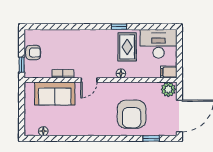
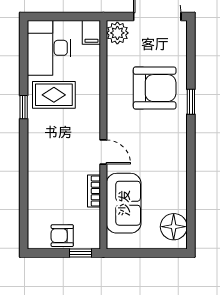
armchair: (33, 53) -> (62, 236), turned -90
floor lamp: (121, 73) -> (94, 104), removed
floor lamp: (43, 131) -> (174, 227), width x1.89, depth x1.89
window: (151, 138) -> (191, 102), moved

